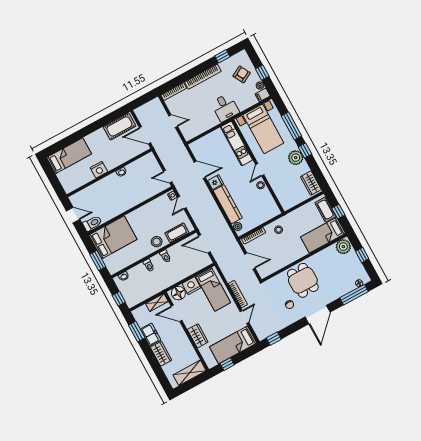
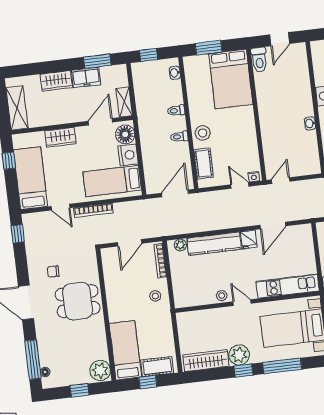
wardrobe: (311, 183) -> (206, 361), width x1.50

